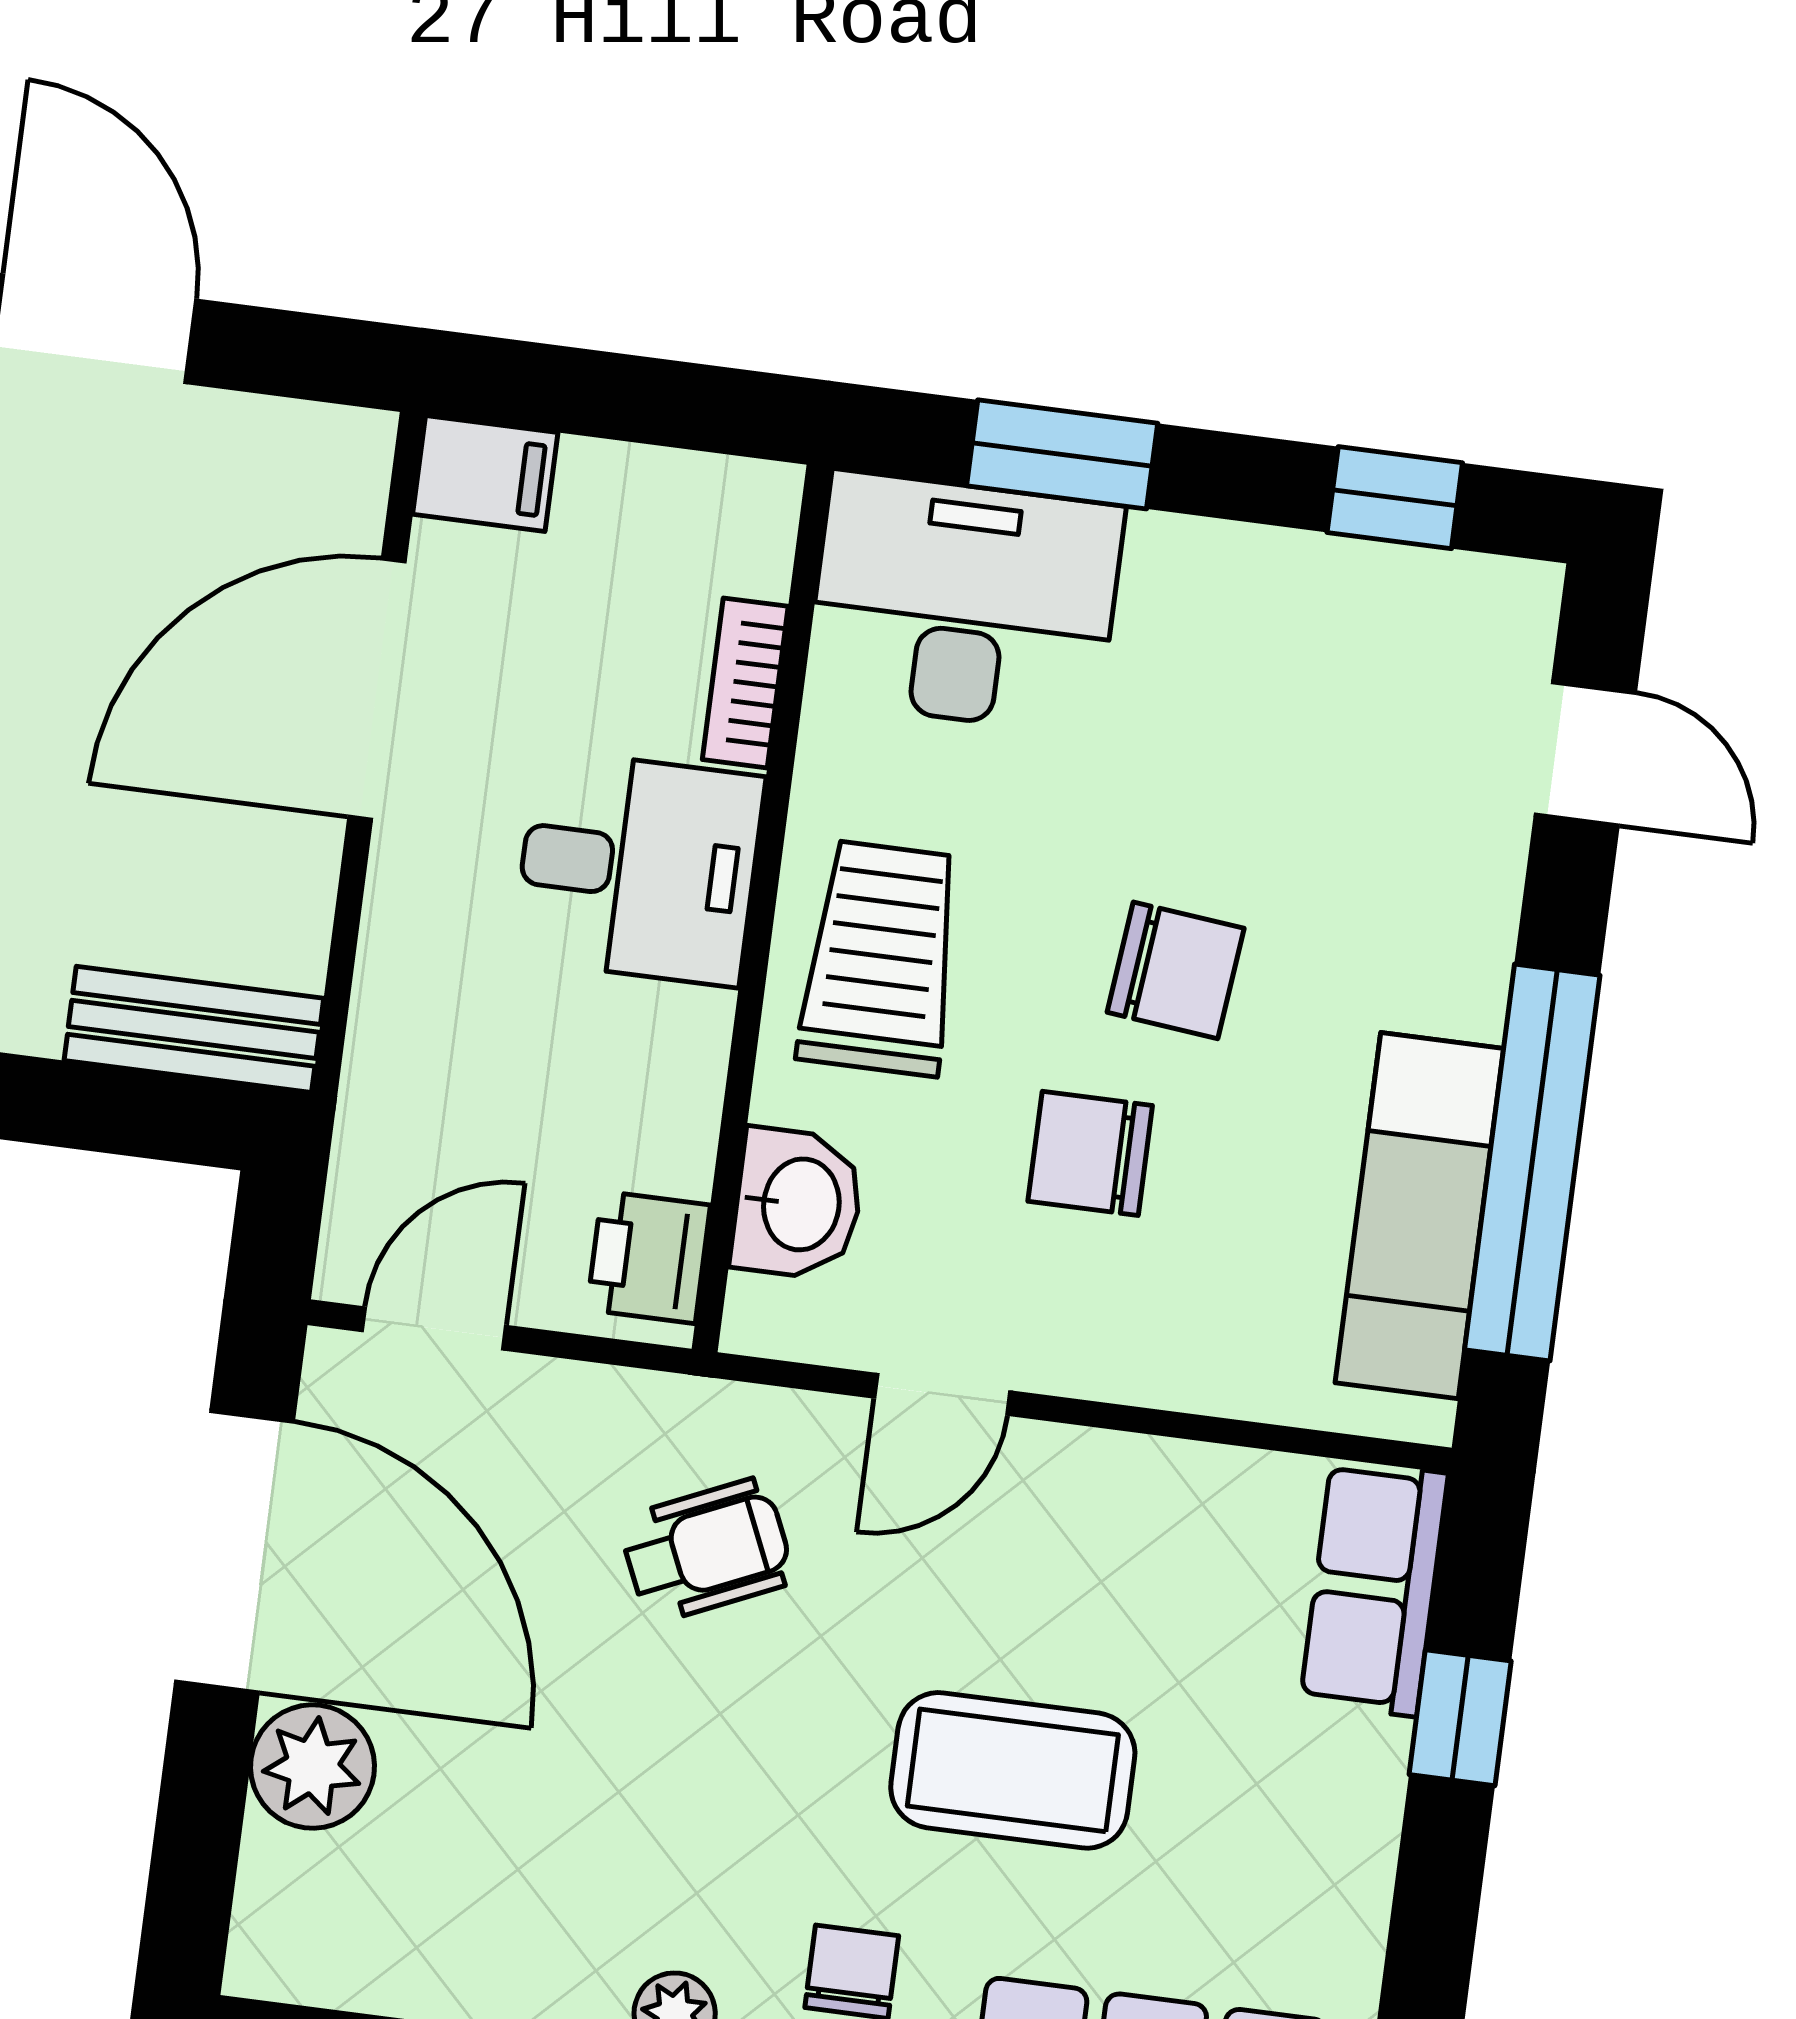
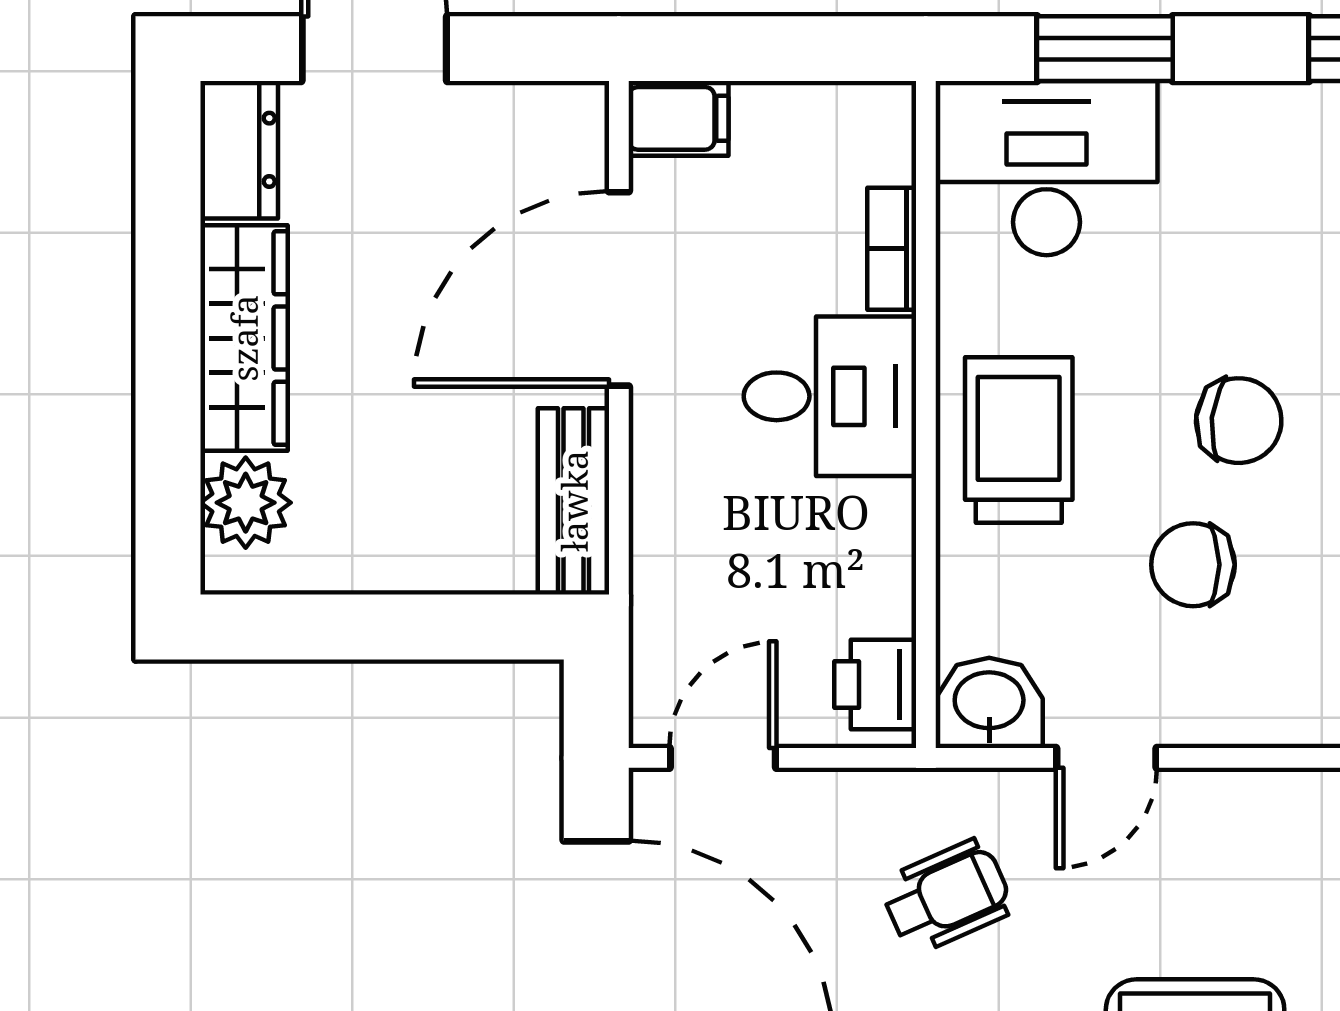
bench: (194, 1029) -> (574, 501), moved, turned 90
washbasin: (798, 1204) -> (989, 703), moved, turned -90

